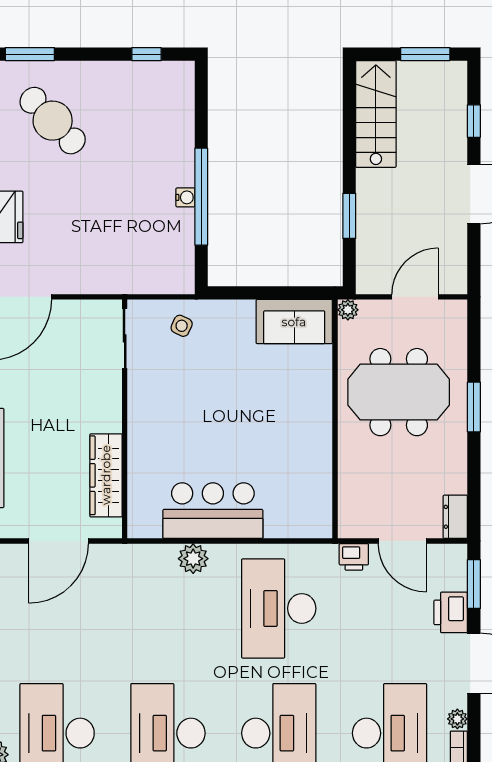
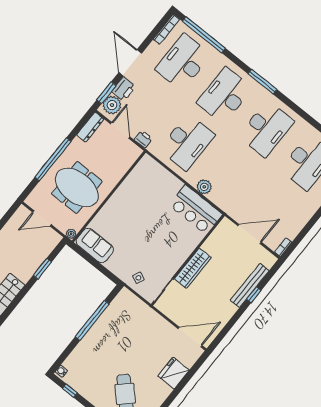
water cooler: (185, 197) -> (61, 371), moved
window: (474, 407) -> (53, 159), width x2.11
wardrobe: (106, 475) -> (193, 268), moved
bar counter: (213, 511) -> (196, 210), moved
dresser: (455, 517) -> (90, 127), width x1.44
plant: (457, 719) -> (112, 105), moved, width x1.88, depth x1.88

